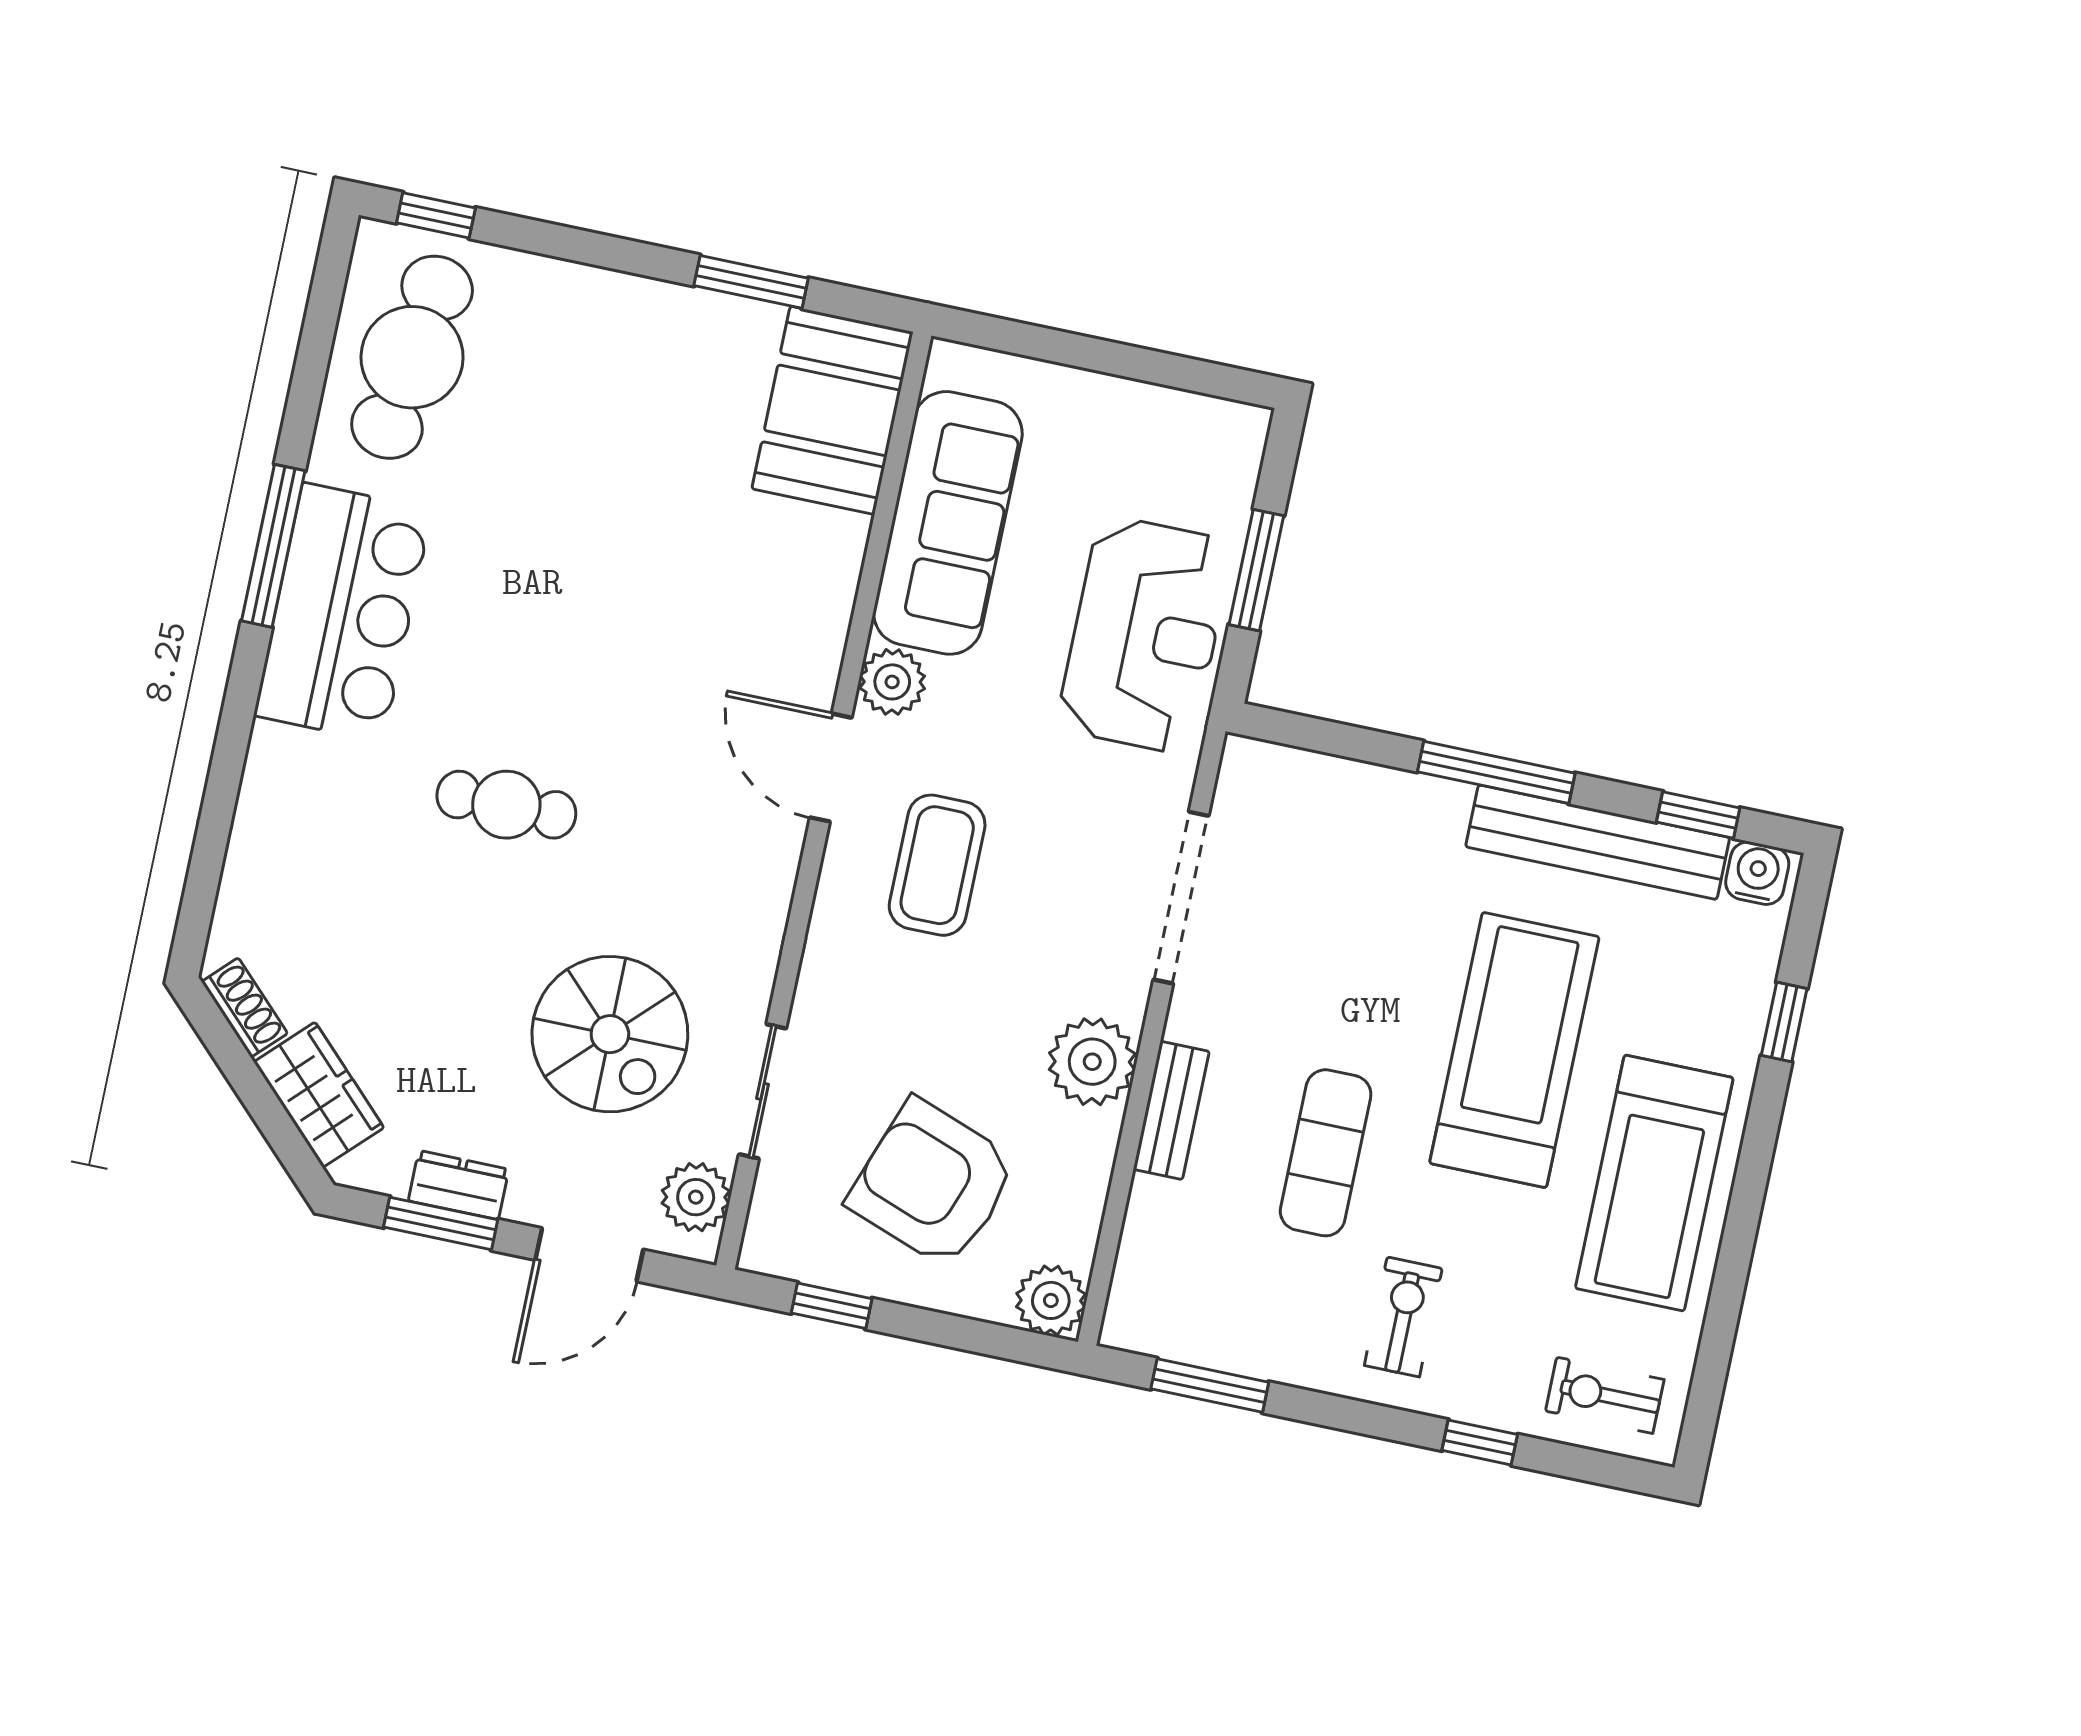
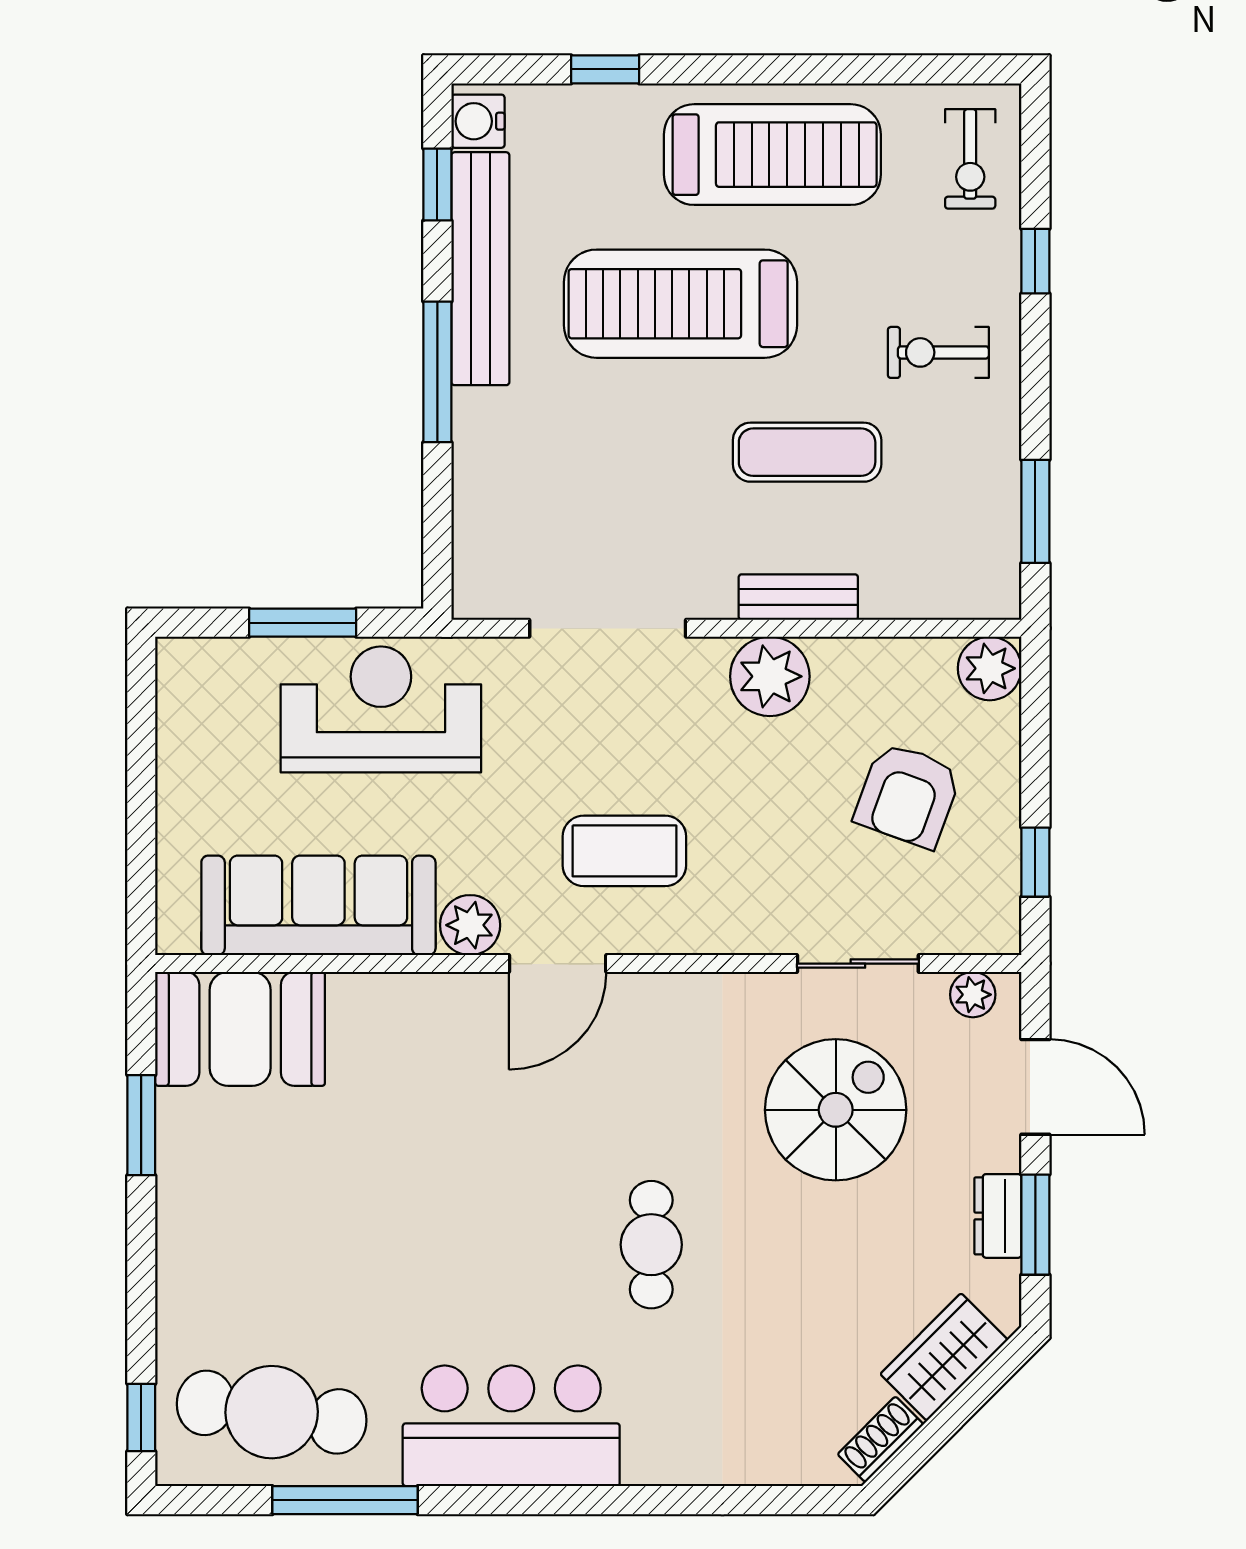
window: (273, 546) -> (345, 1500), moved
armchair: (933, 1183) -> (908, 795), width x0.73, depth x0.73
plant: (696, 1197) -> (973, 995), width x0.73, depth x0.73

